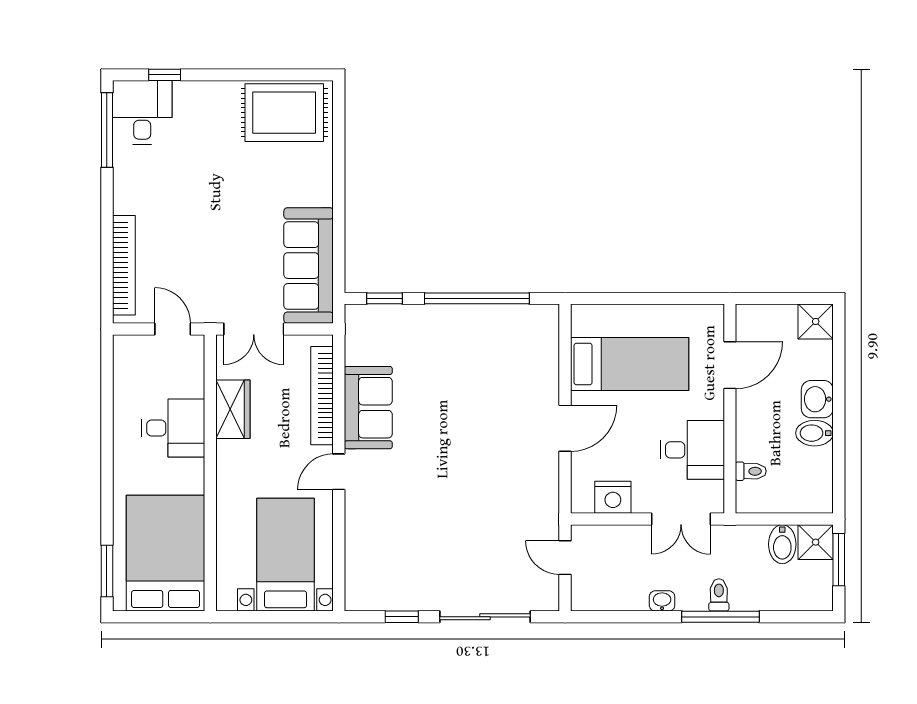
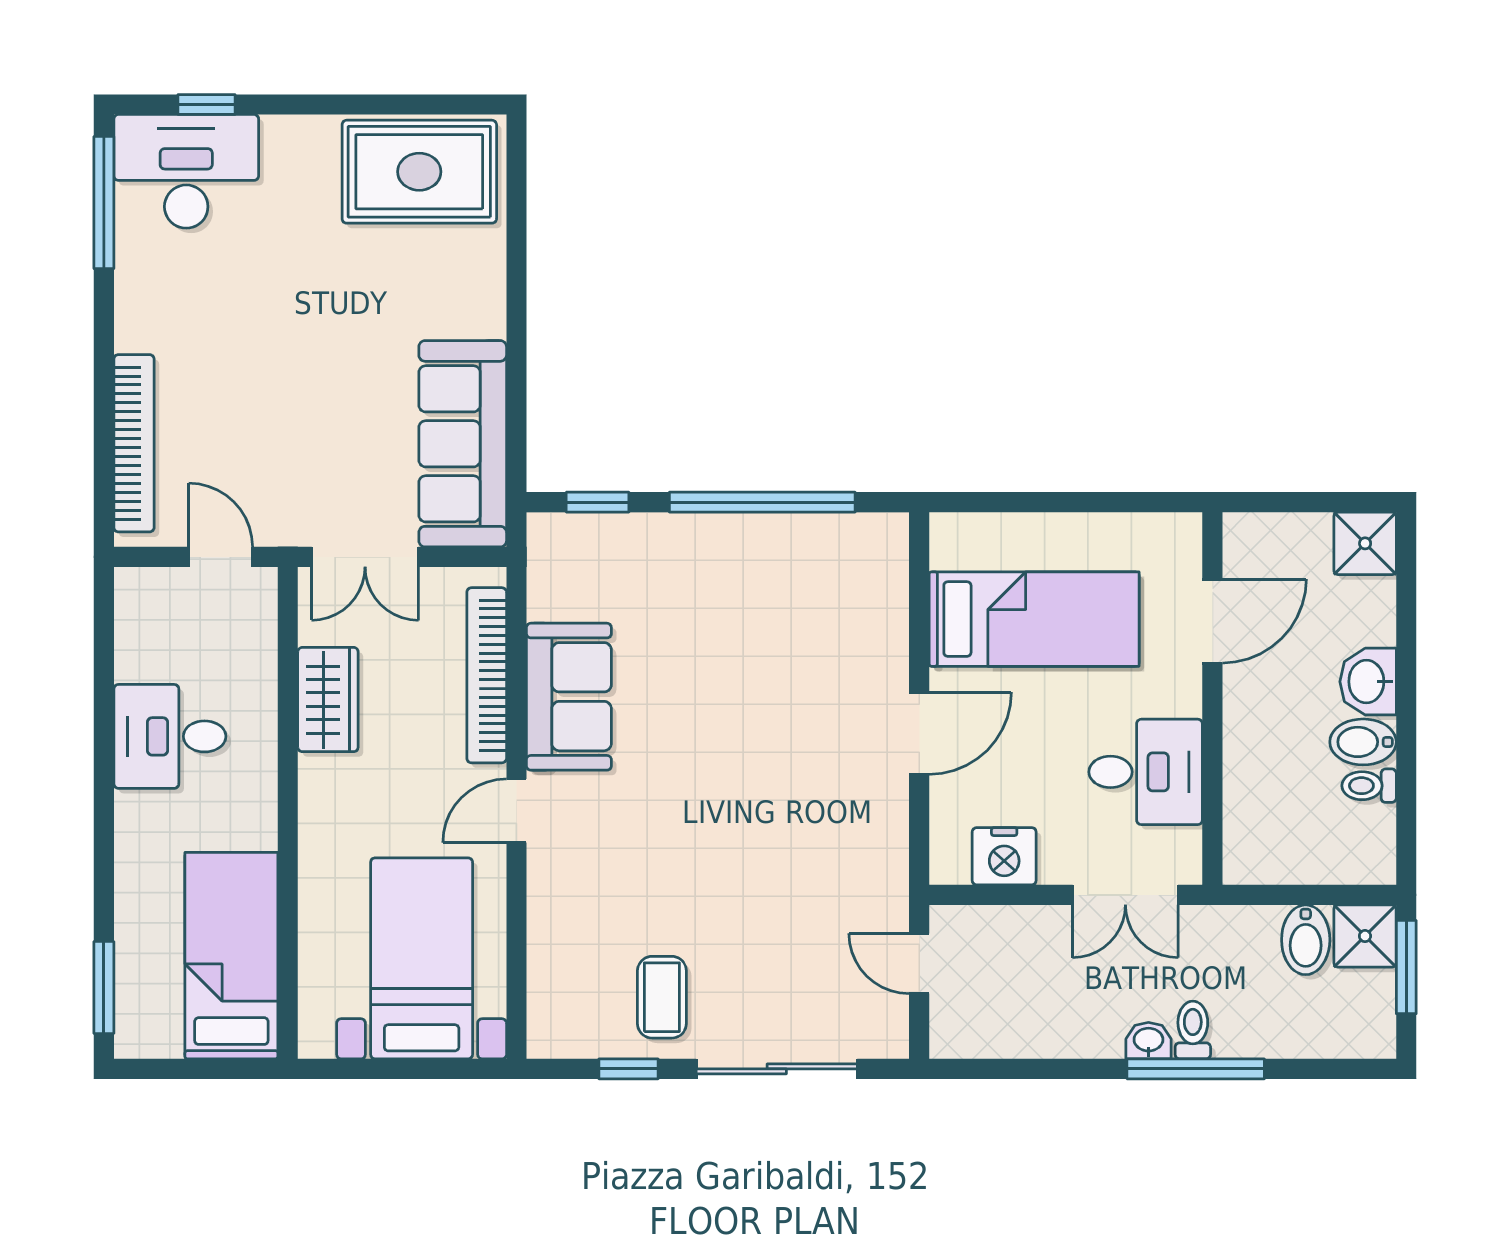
desk: (142, 112) -> (186, 171), width x1.37
desk: (173, 428) -> (170, 736), moved, turned 180
toilet: (751, 471) -> (1369, 786), moved, turned 180
bed: (166, 553) -> (231, 956), width x0.67
coffee table: (421, 576) -> (662, 997), added
washbasin: (662, 601) -> (1148, 1041), moved

